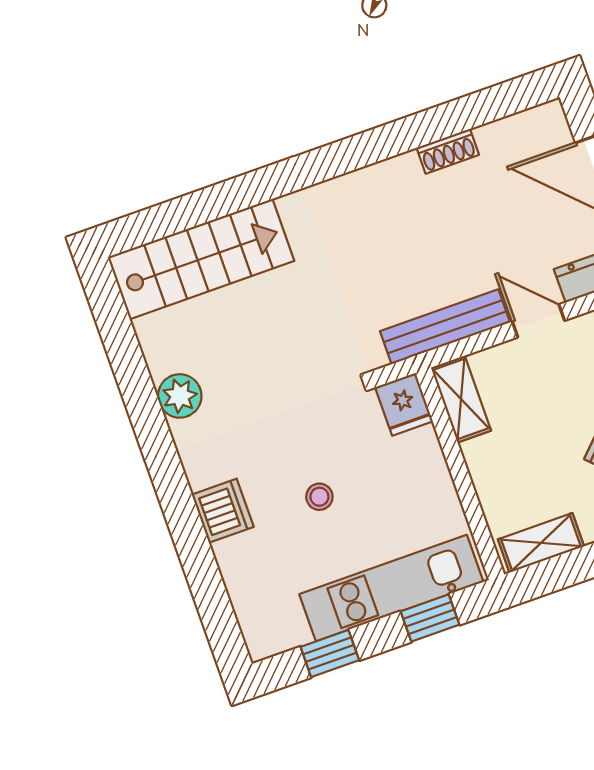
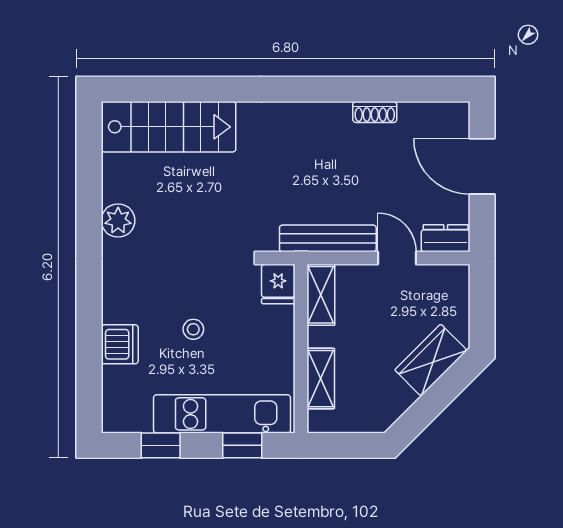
dishwasher: (223, 511) -> (120, 344), moved
shelving: (541, 543) -> (321, 379), moved, turned 90

